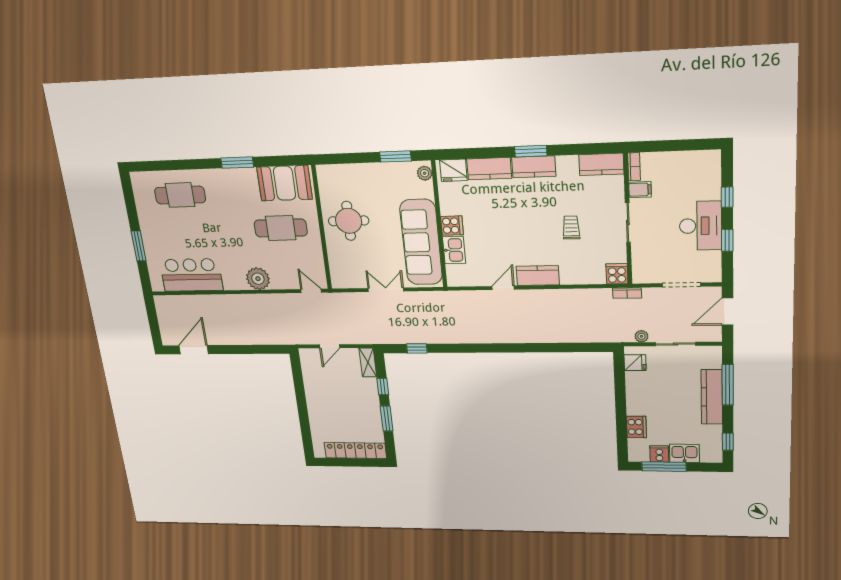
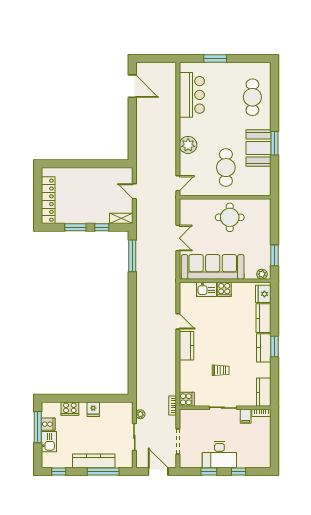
booth: (284, 183) -> (258, 148), moved
window: (417, 348) -> (132, 256), width x2.17
fridge: (635, 363) -> (93, 409), moved

